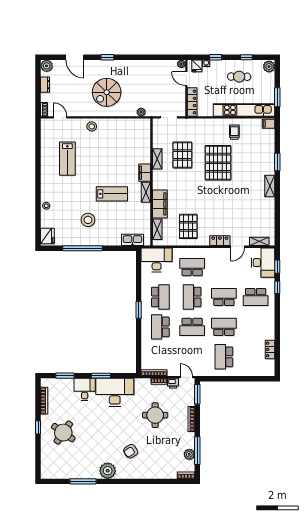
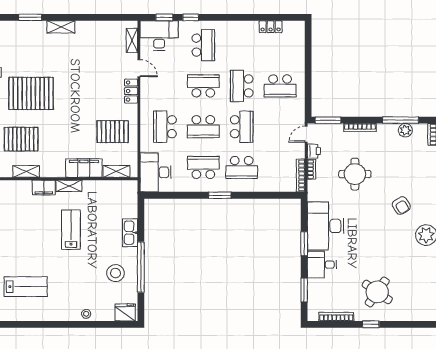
stool: (88, 220) -> (116, 273), moved
kitchen sink: (133, 240) -> (130, 233), moved
school desk: (224, 297) -> (203, 86), turned 90

